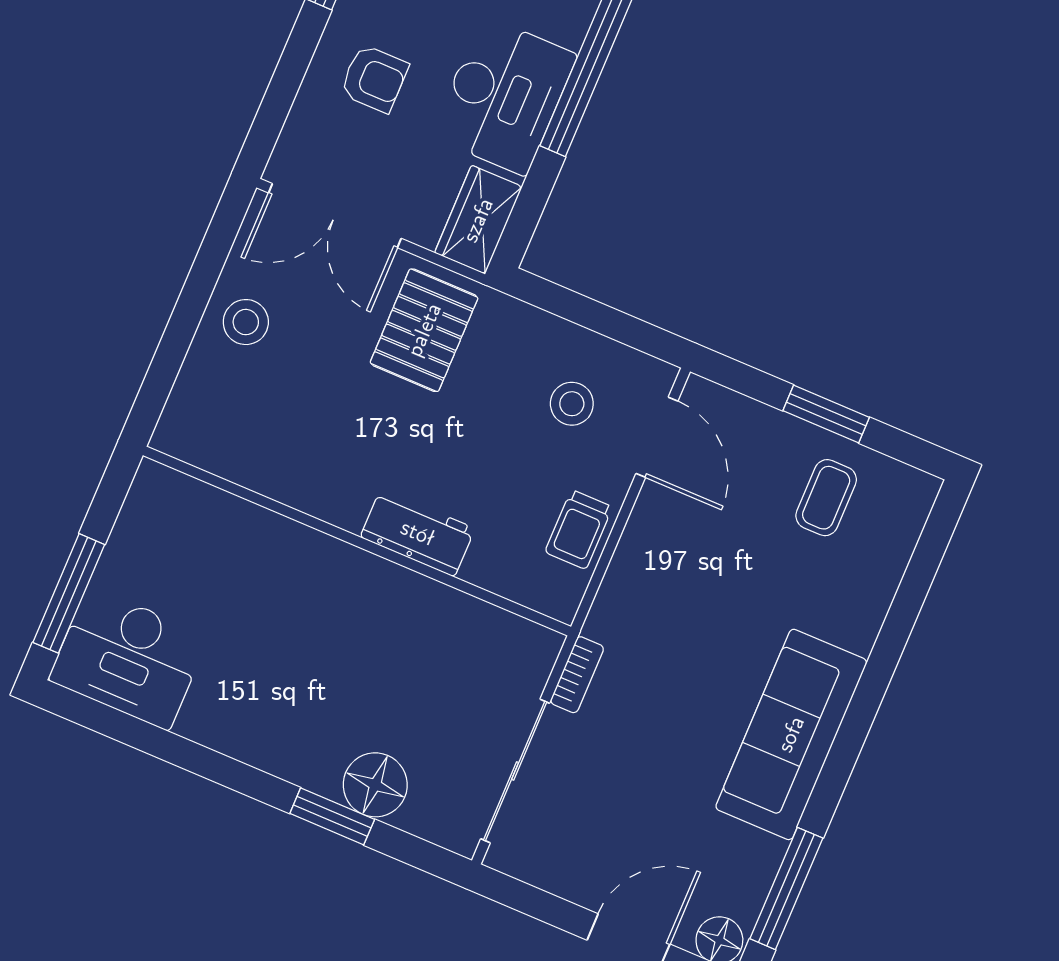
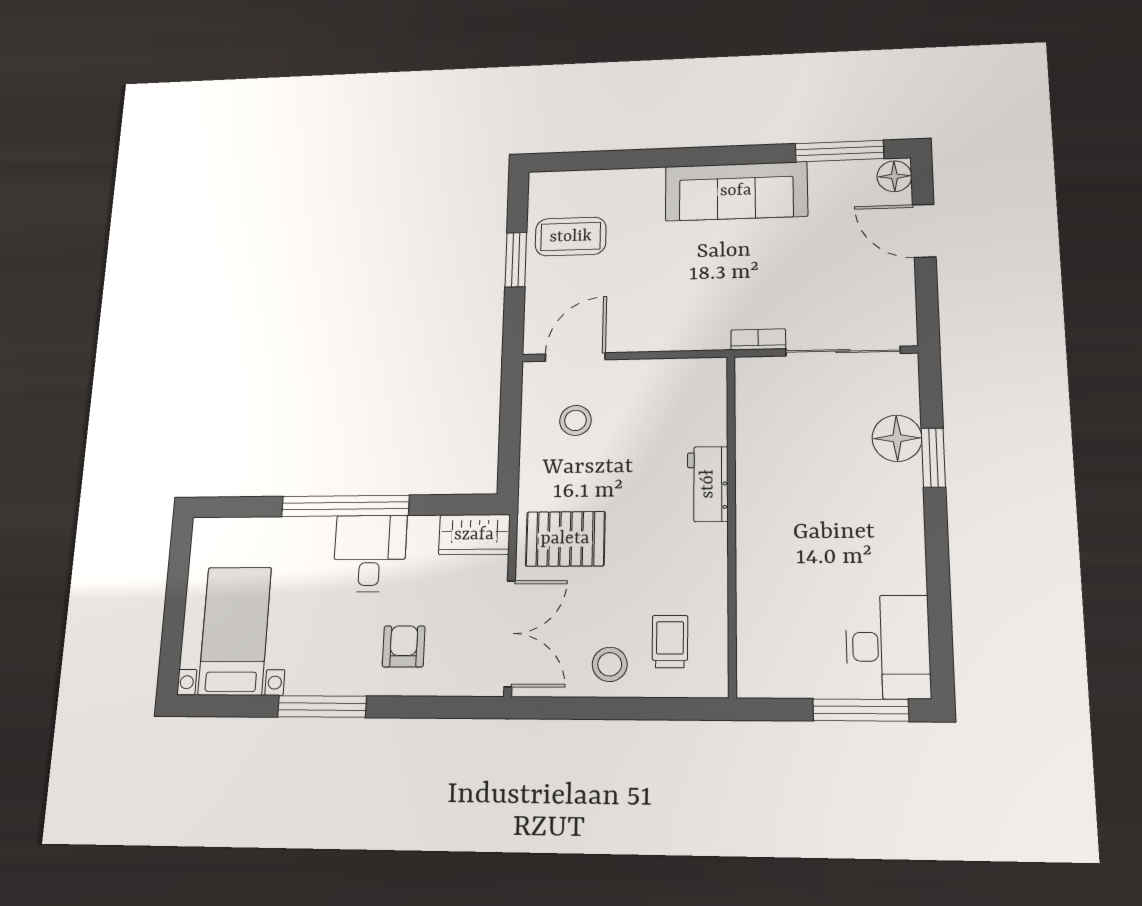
desk: (504, 96) -> (370, 553), width x0.73
coffee table: (826, 498) -> (571, 237), width x1.36, depth x1.30
trolley: (579, 530) -> (670, 642), moved, turned -90

